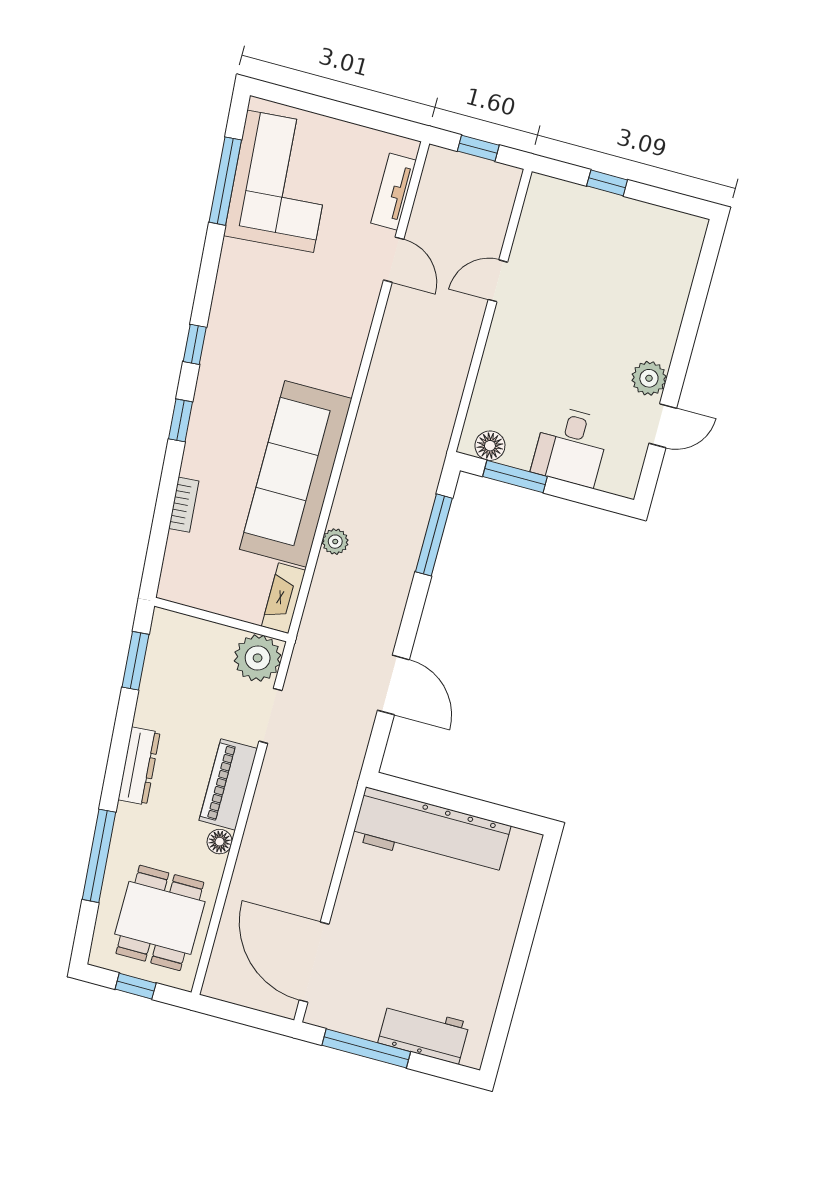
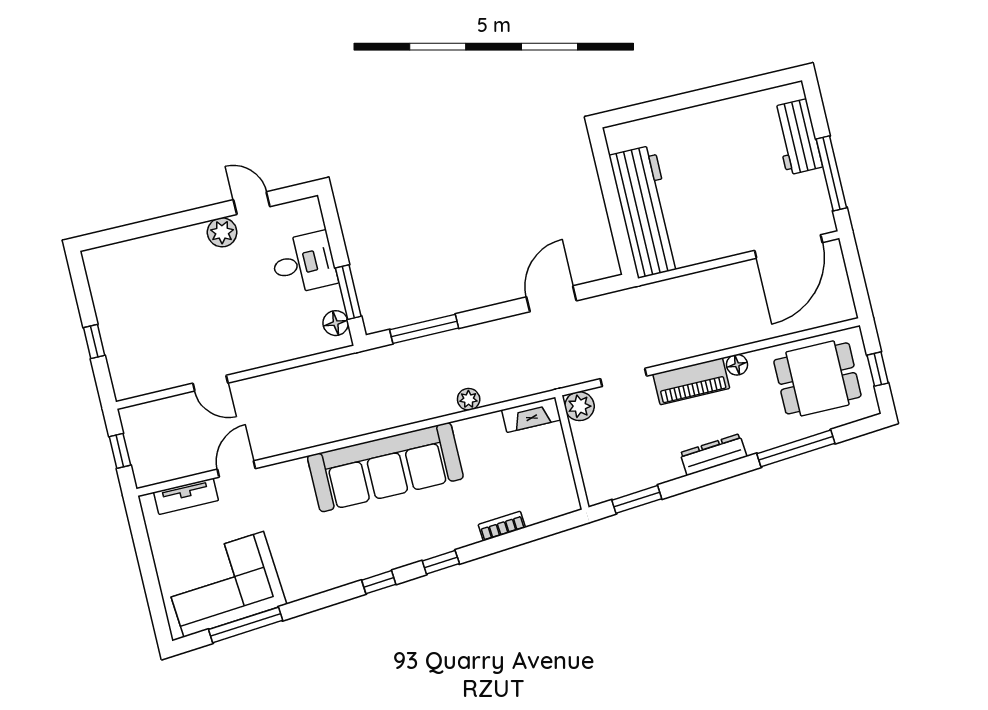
sofa: (296, 474) -> (385, 467), moved
plant: (258, 658) -> (580, 406), width x0.73, depth x0.73

